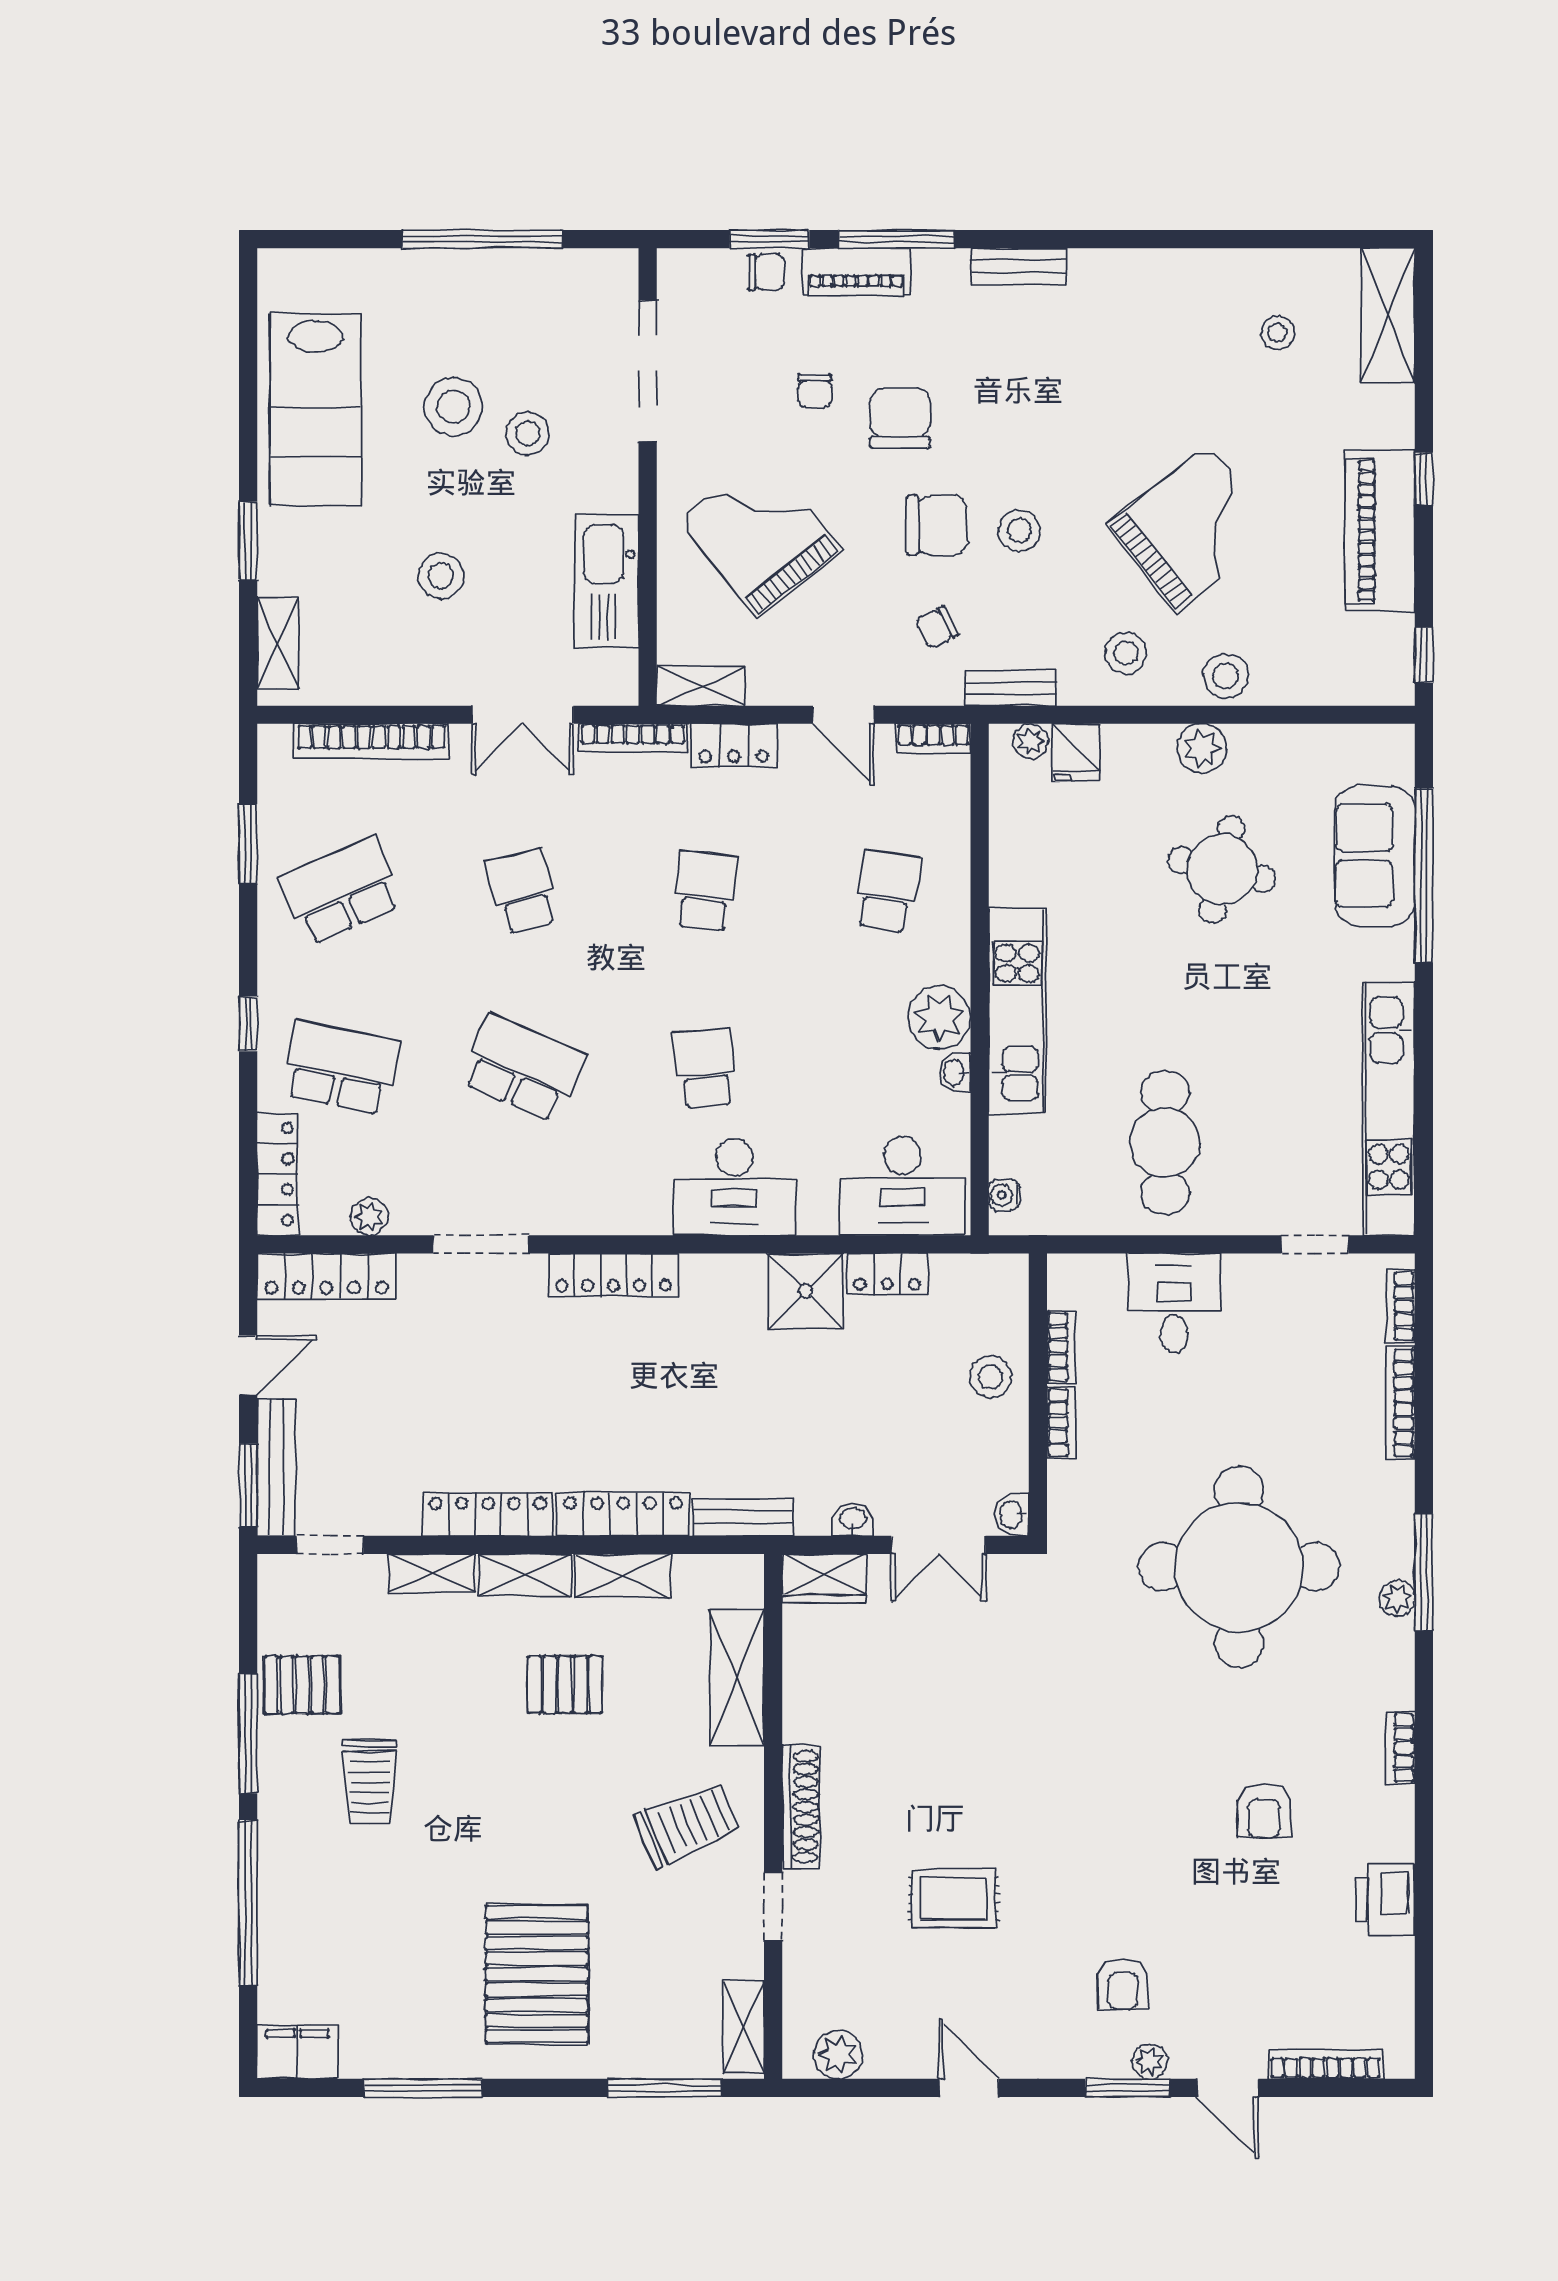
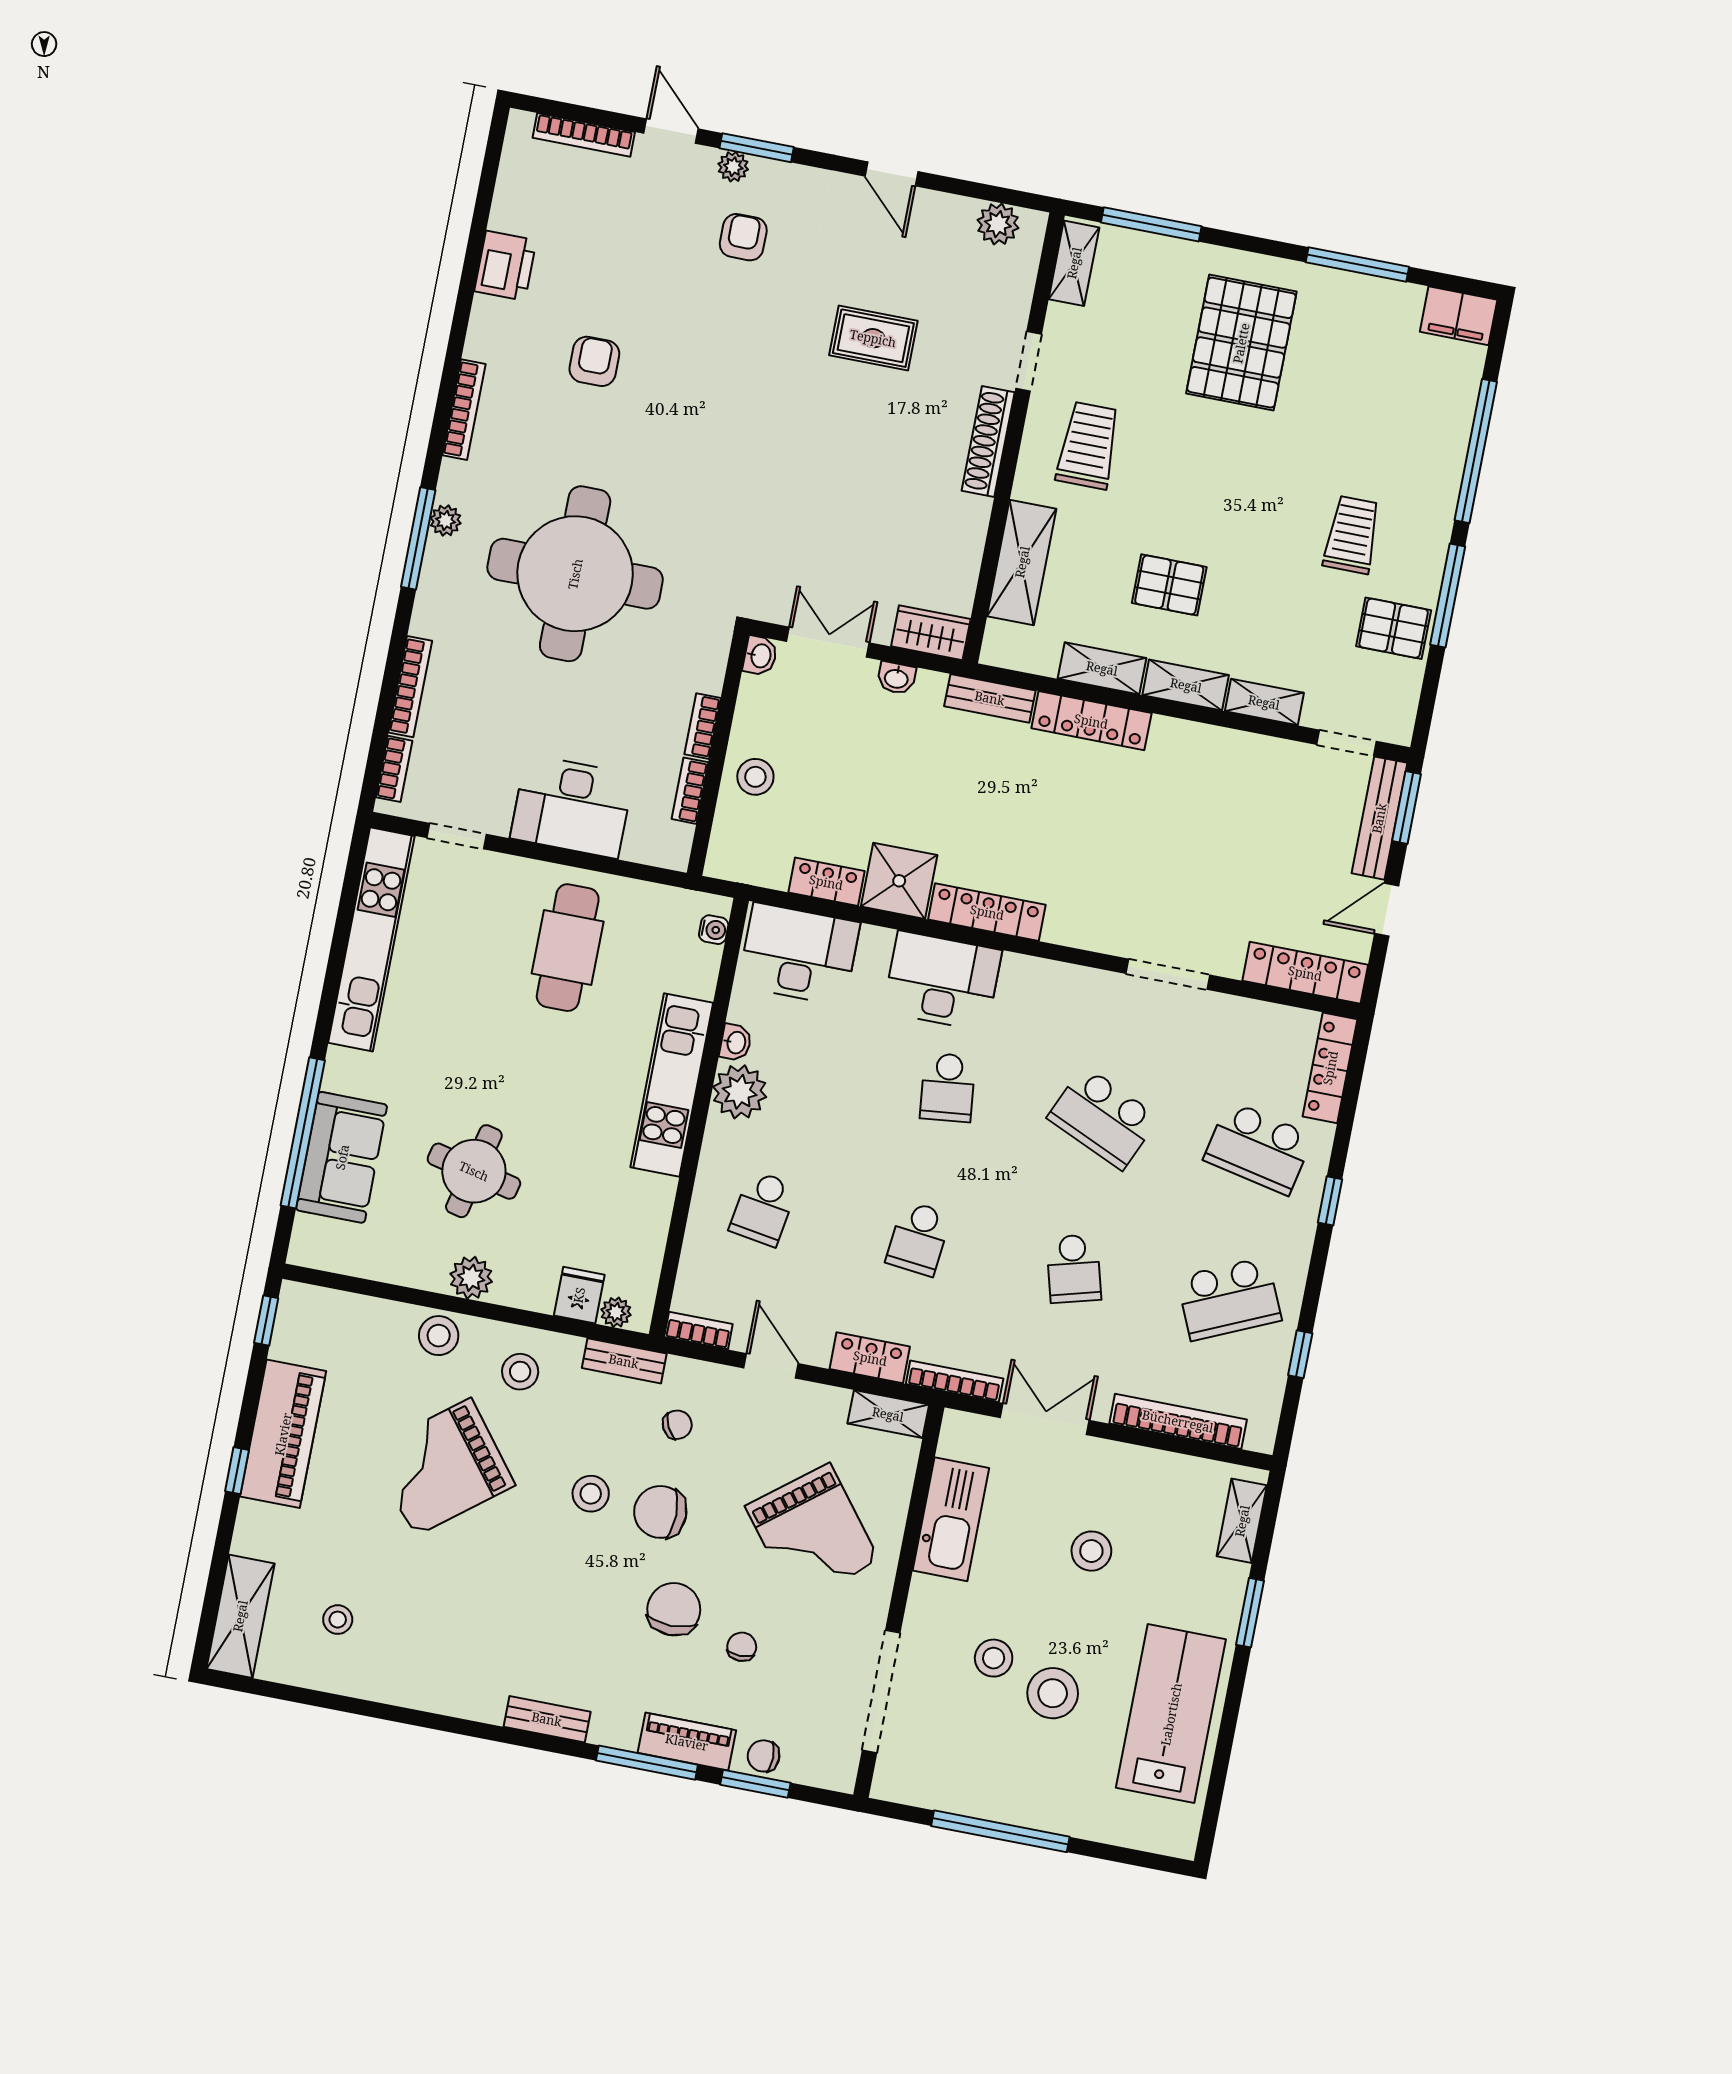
chair: (900, 418) -> (674, 1609), turned 180
window: (248, 844) -> (1300, 1354), width x0.67
plant: (369, 1217) -> (1259, 1016), removed
locker: (613, 1275) -> (987, 912), moved
desk: (1174, 1303) -> (572, 806), width x1.37
locker: (488, 1514) -> (1207, 743), removed
bookcase: (1400, 1748) -> (464, 410), width x1.56
trolley: (687, 1824) -> (1088, 446), turned 113

